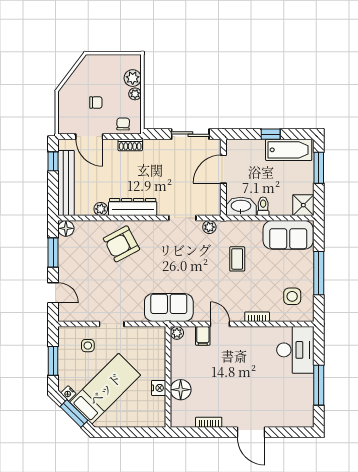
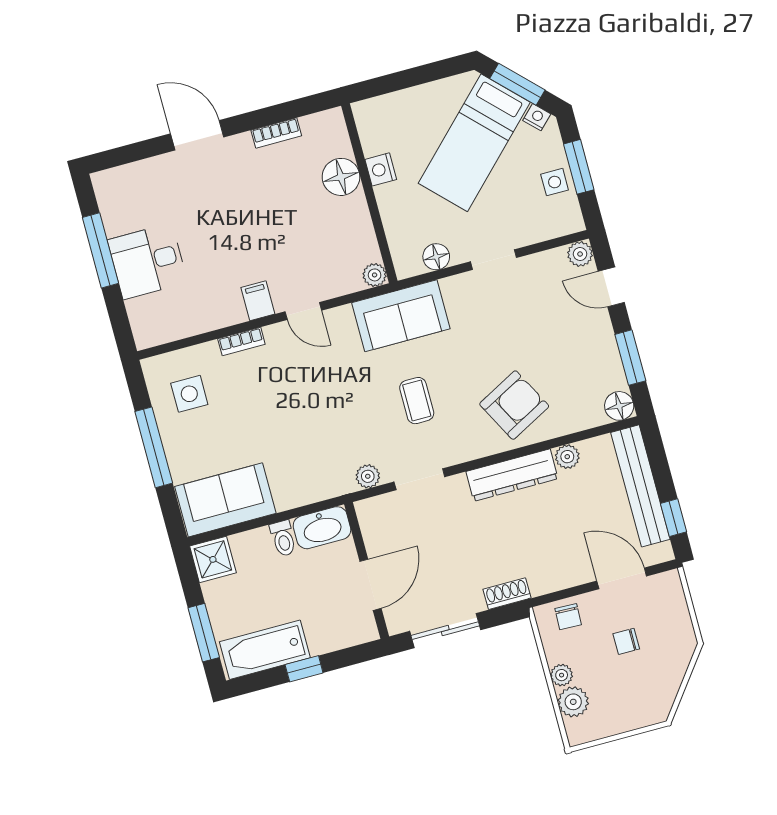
shoe rack: (130, 145) -> (507, 594), moved
coffee table: (237, 259) -> (417, 401), moved
plant: (65, 315) -> (580, 254), added
floor lamp: (142, 334) -> (436, 257), added
filing cabinet: (203, 336) -> (258, 301), moved
side table: (88, 346) -> (555, 182), moved
desk: (295, 350) -> (148, 261), moved, width x0.73

